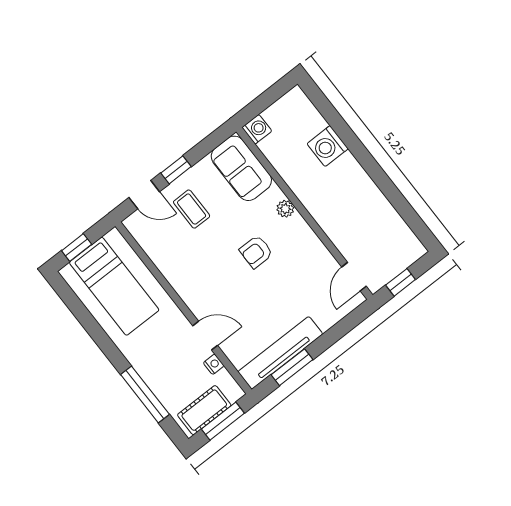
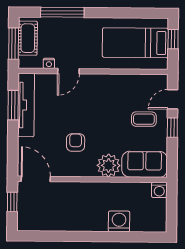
plant: (285, 209) -> (109, 165), width x1.88, depth x1.88
armchair: (256, 252) -> (76, 143), moved
door: (354, 277) -> (36, 179), width x1.38

